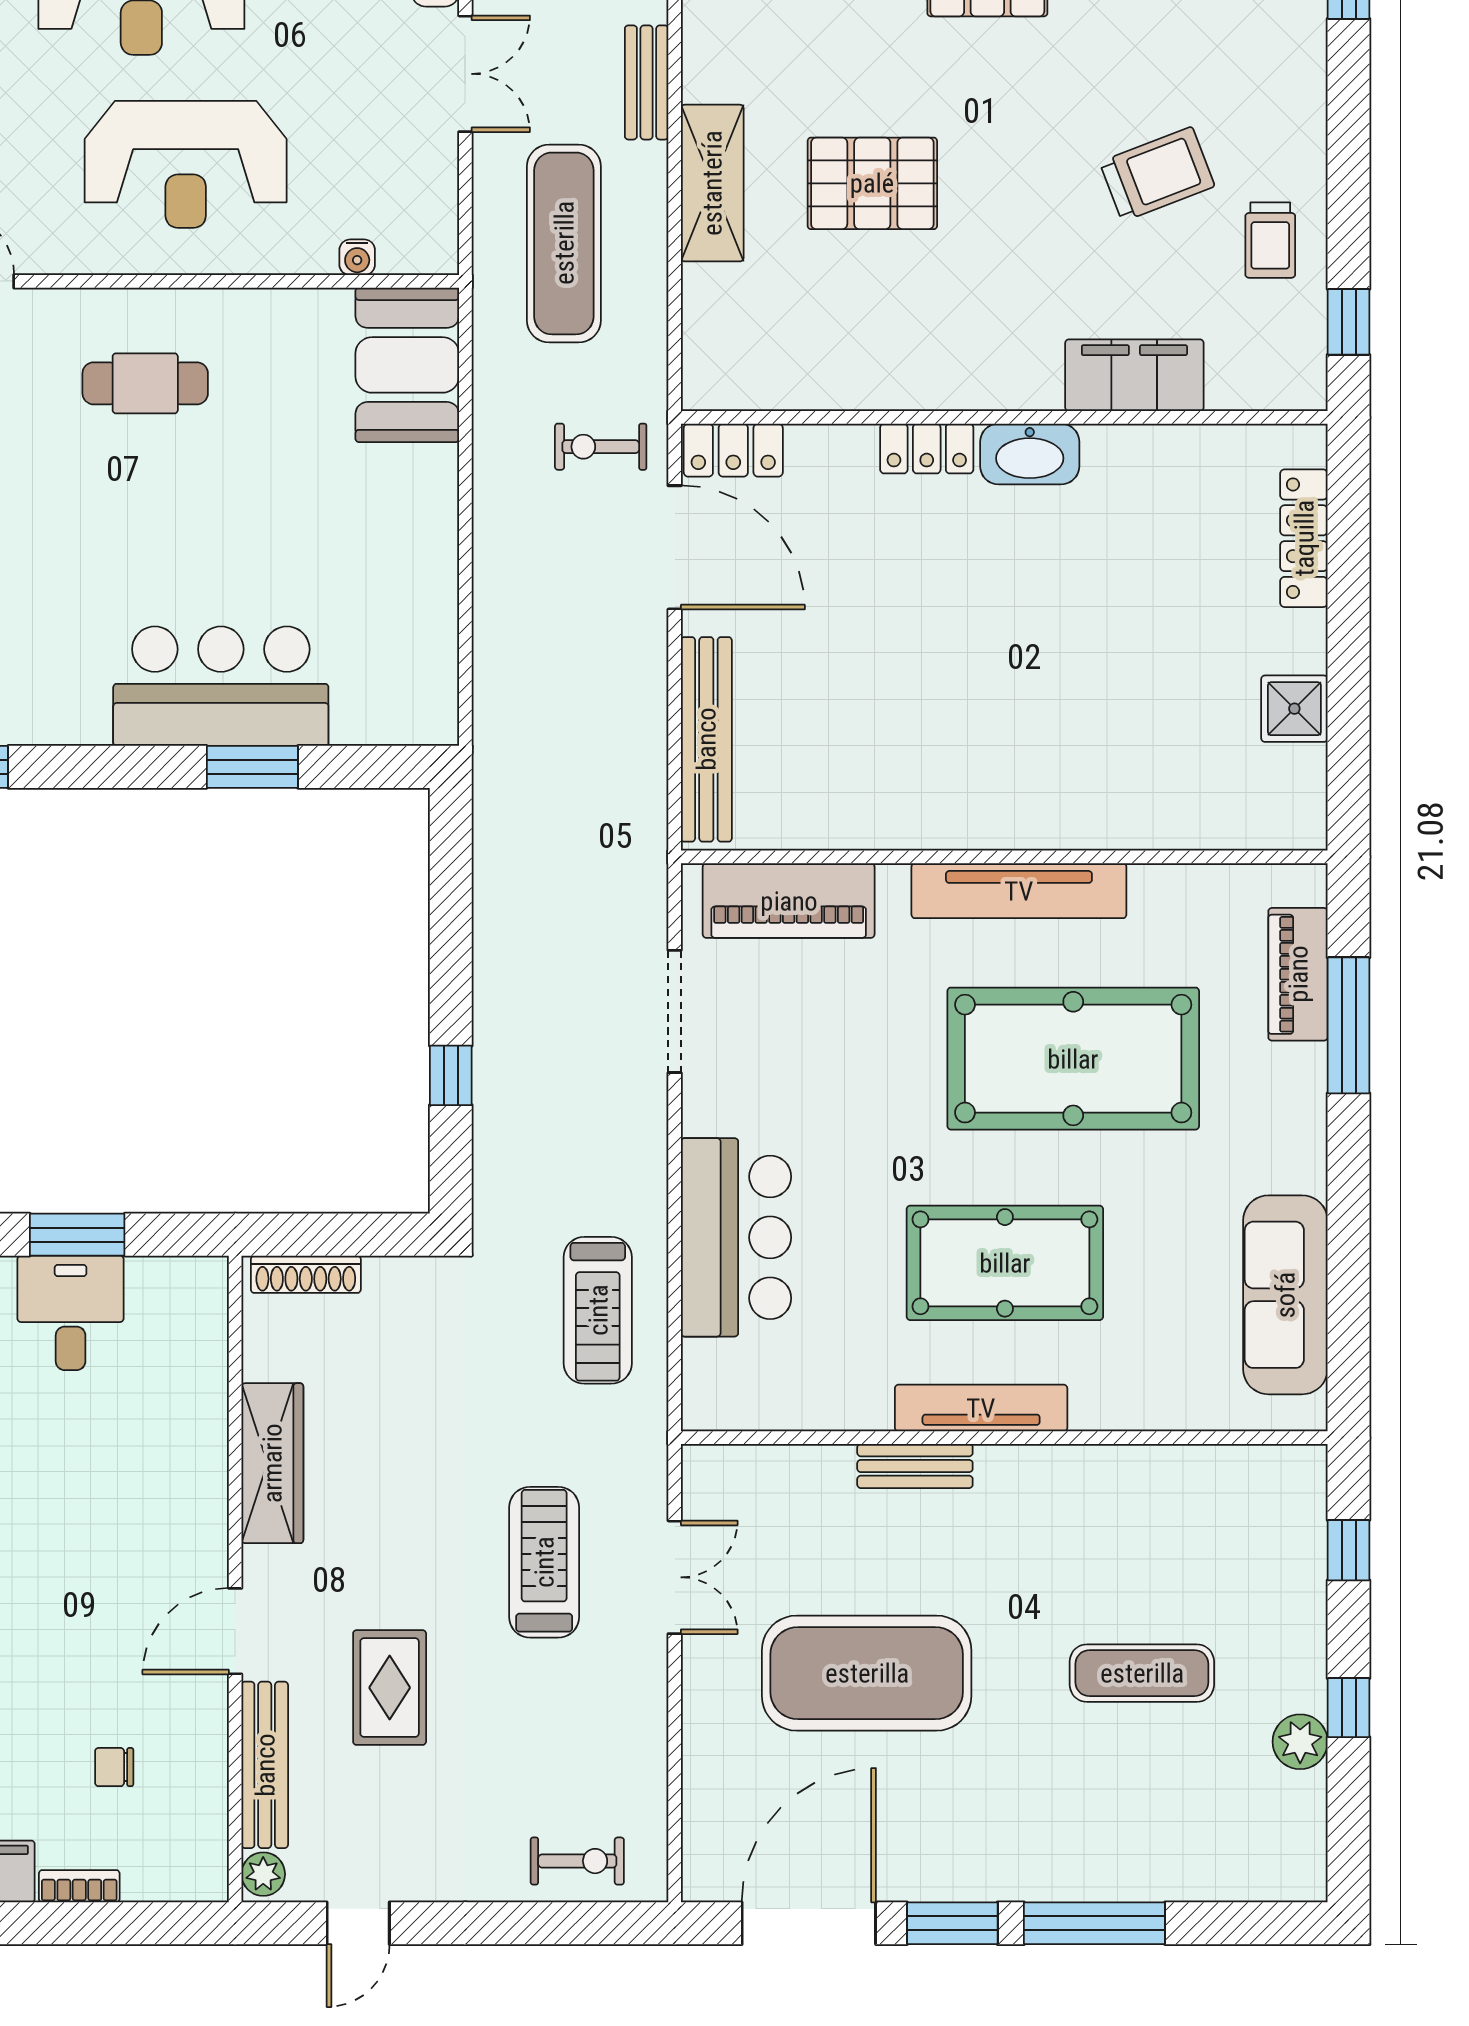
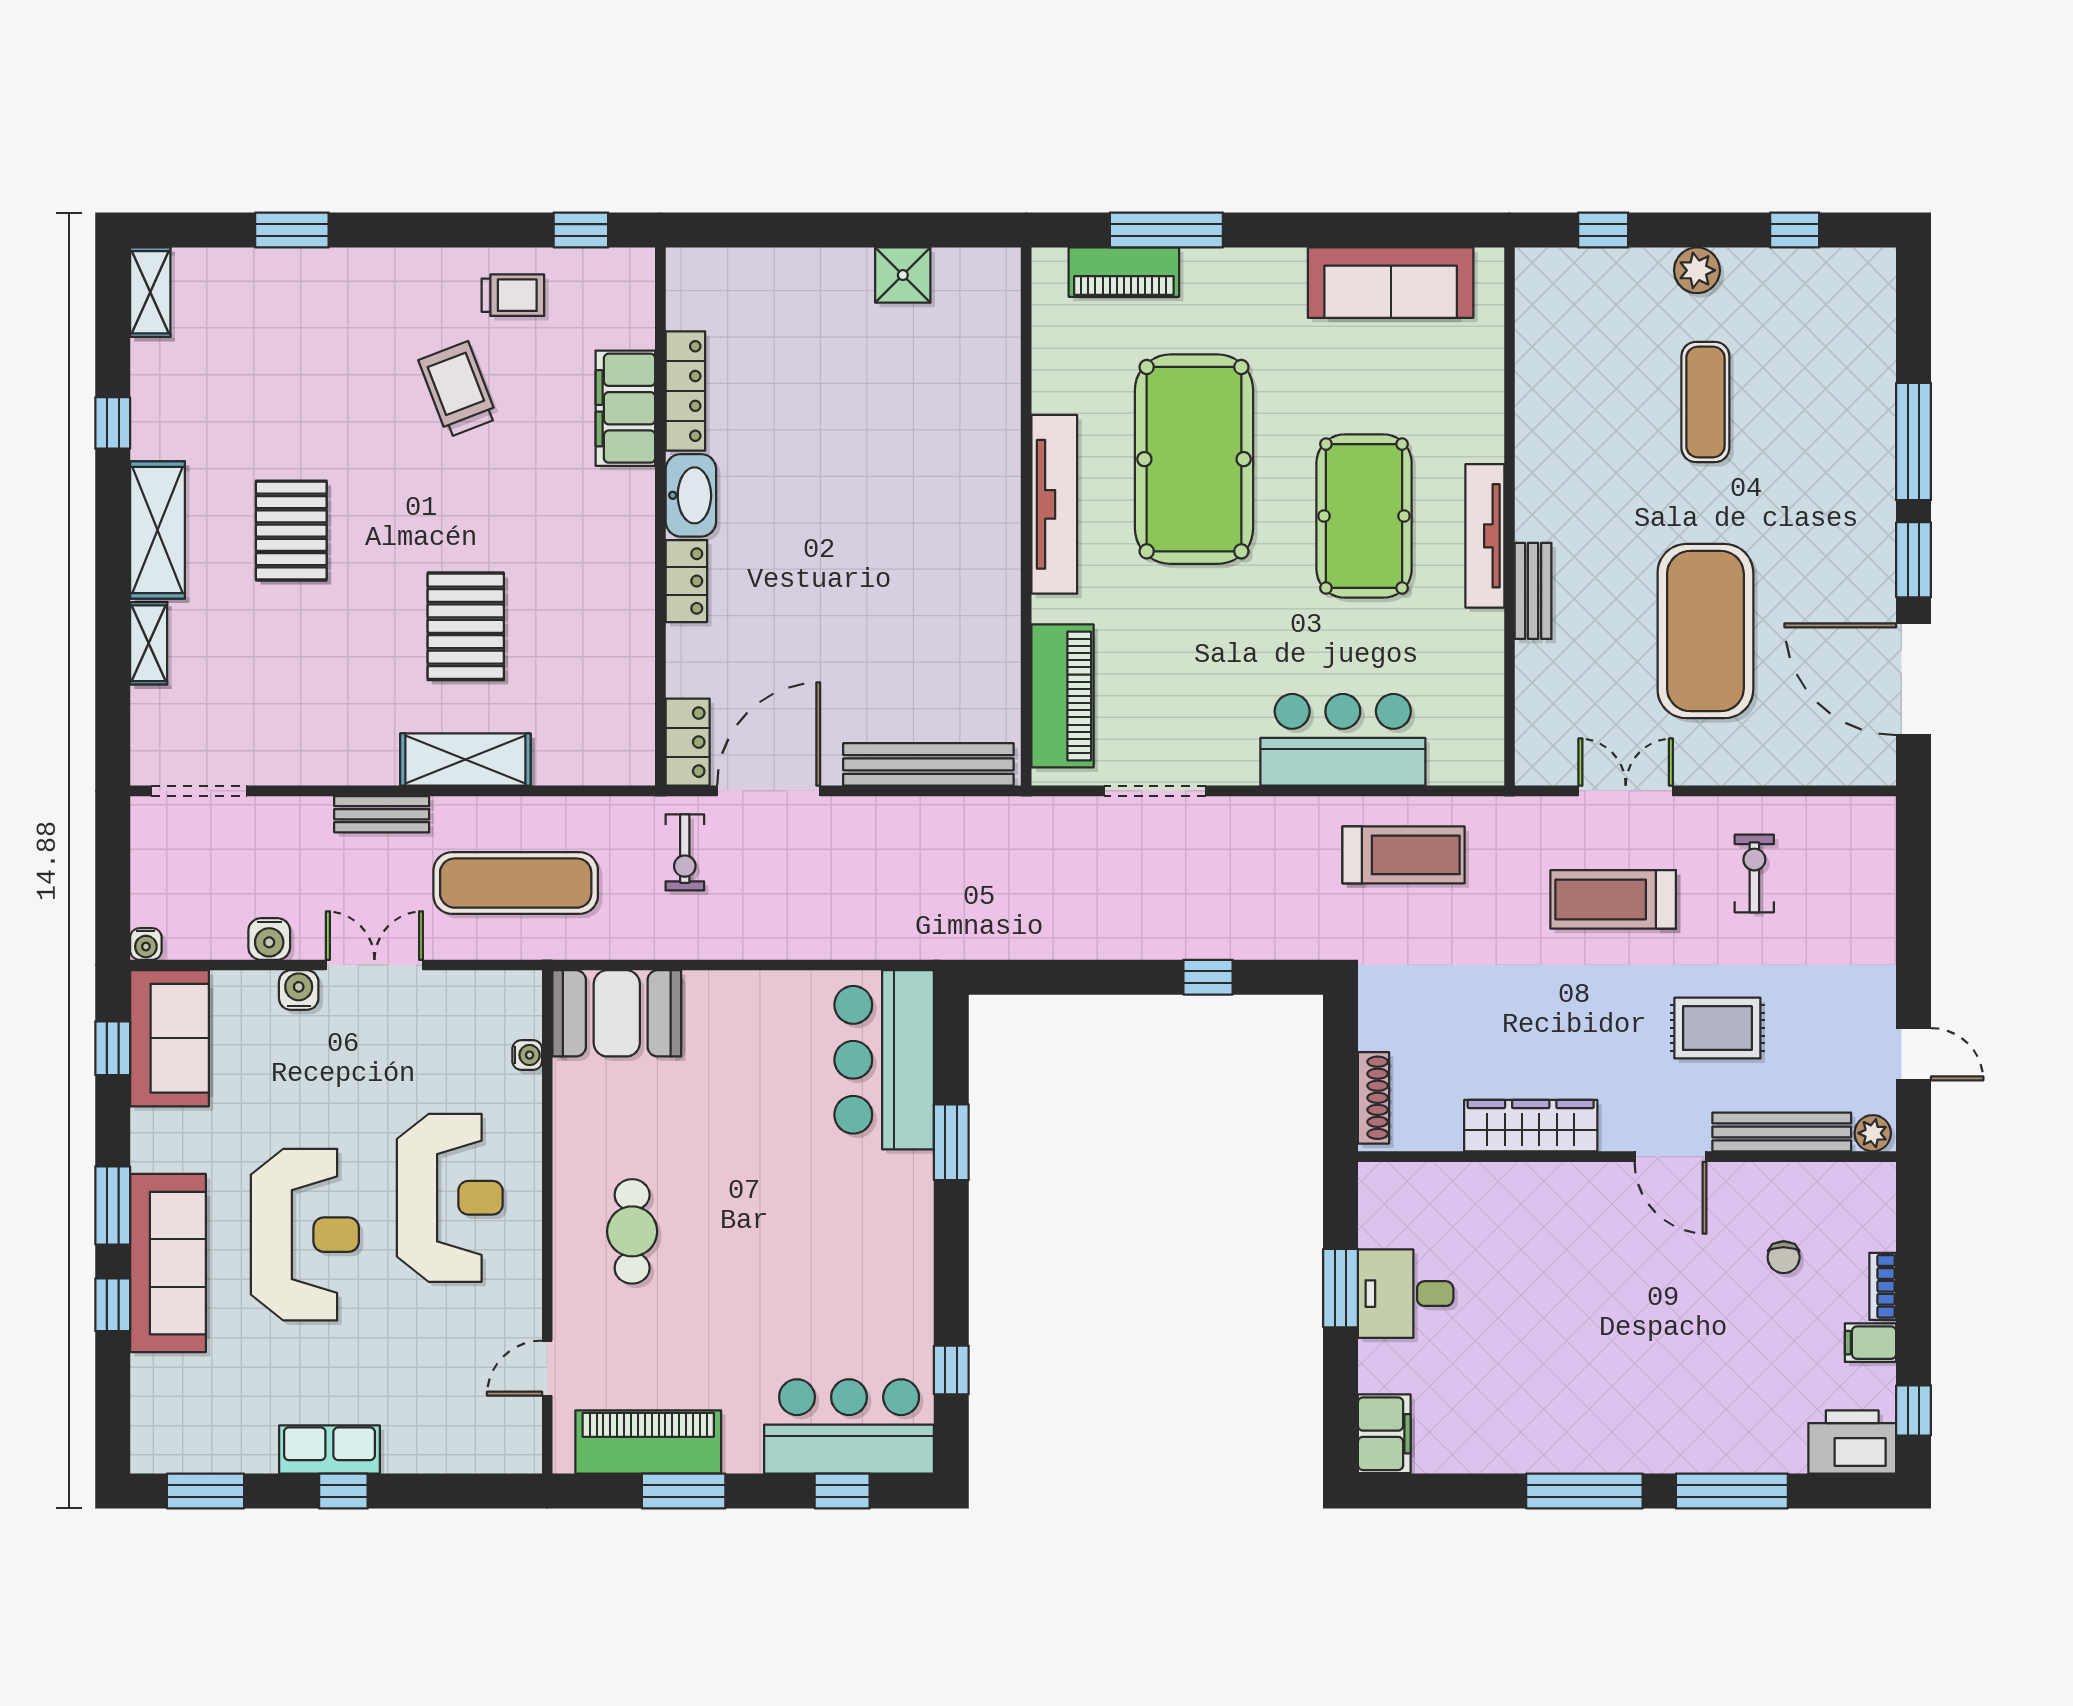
locker: (1304, 538) -> (685, 391), moved, turned -90
bar counter: (221, 686) -> (884, 1060), moved
window: (1349, 1708) -> (1795, 230), moved
plant: (1300, 1742) -> (1697, 270), moved
exercise bike: (577, 1861) -> (1754, 874), moved

